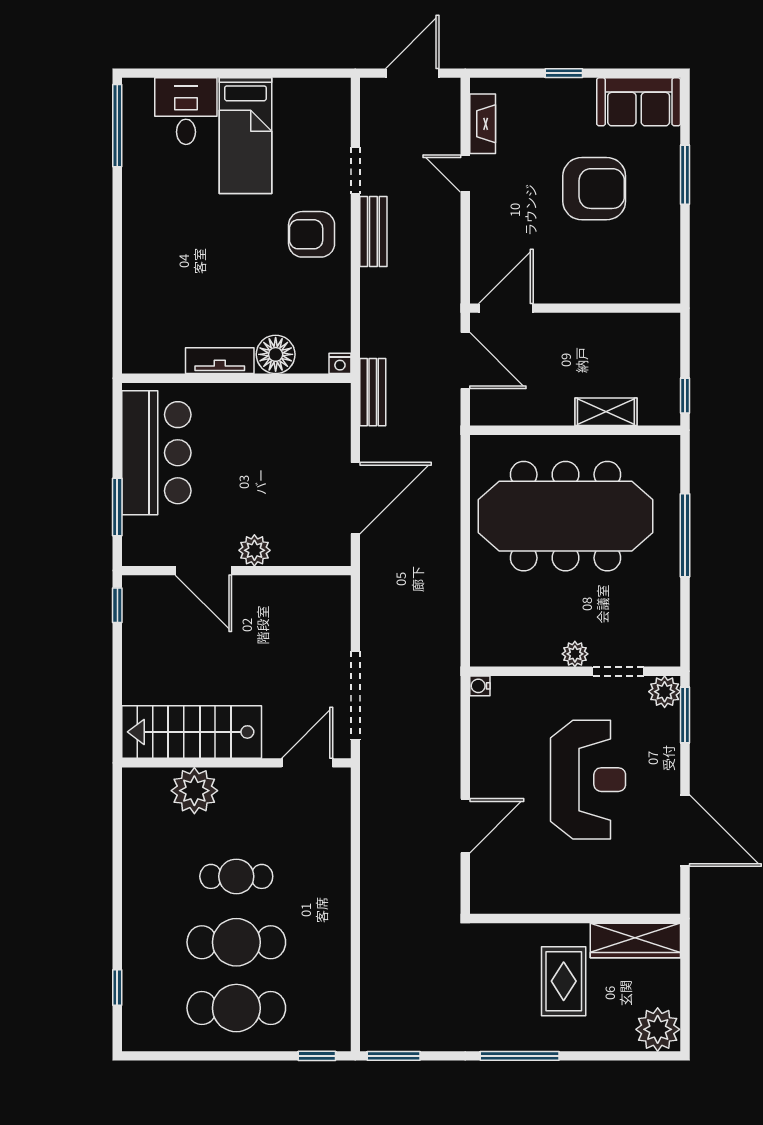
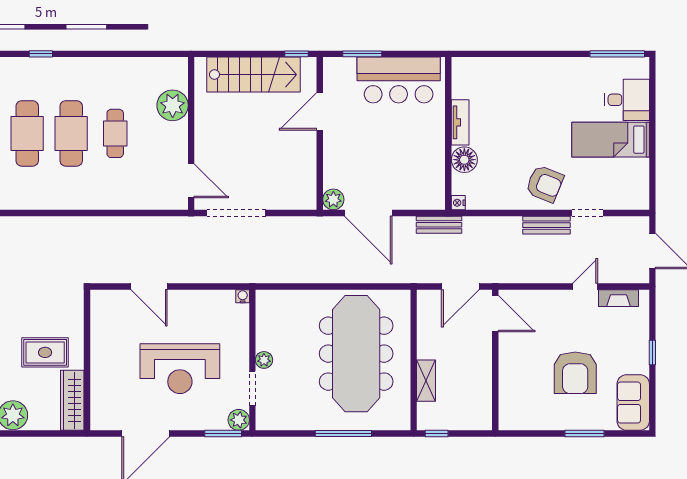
armchair: (312, 234) -> (545, 184), turned 112
plant: (254, 550) -> (333, 199), moved
stairs: (192, 732) -> (254, 75), moved, turned 90

